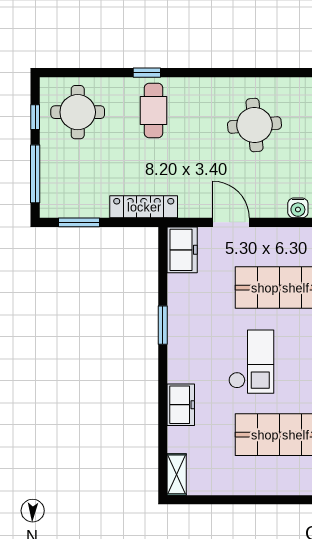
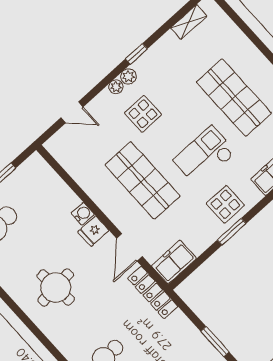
fridge: (274, 203) -> (93, 231), added
locker: (144, 207) -> (153, 292), moved
display table: (192, 342) -> (225, 204), added

